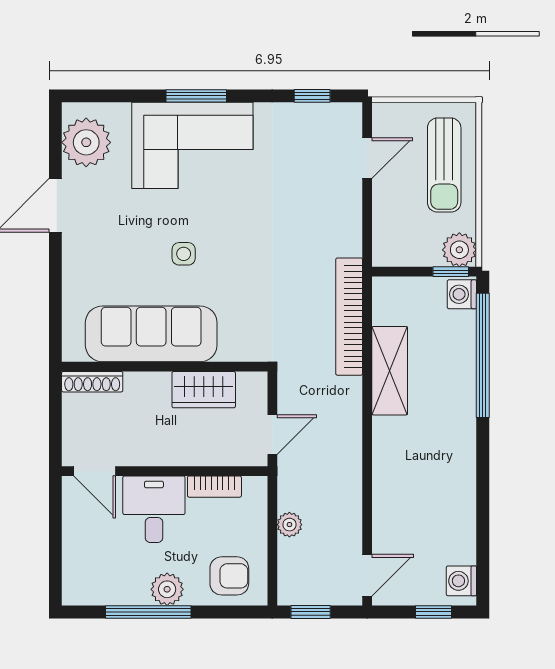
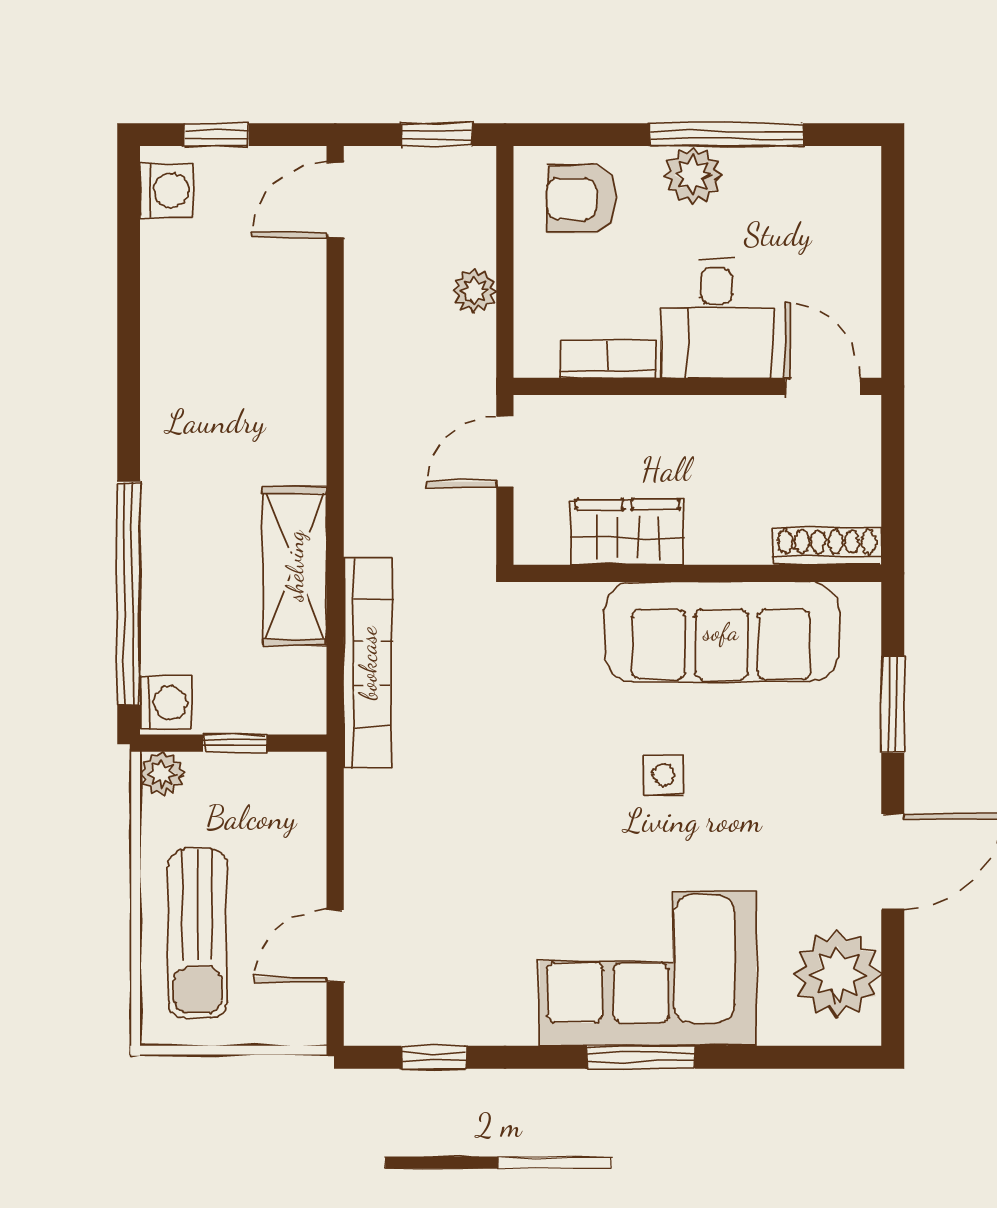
sun lounger: (444, 165) -> (198, 934), turned 180
plant: (459, 250) -> (162, 774), width x0.73, depth x0.73
window: (451, 272) -> (235, 743), moved
window: (55, 293) -> (893, 705), added

